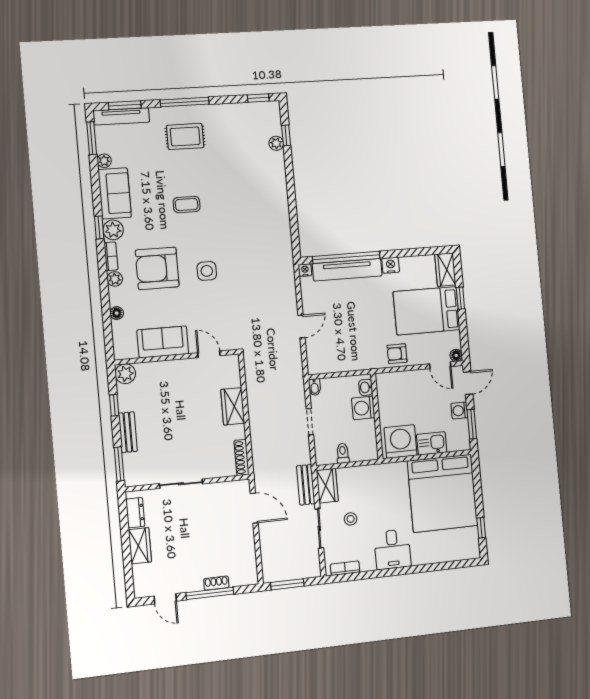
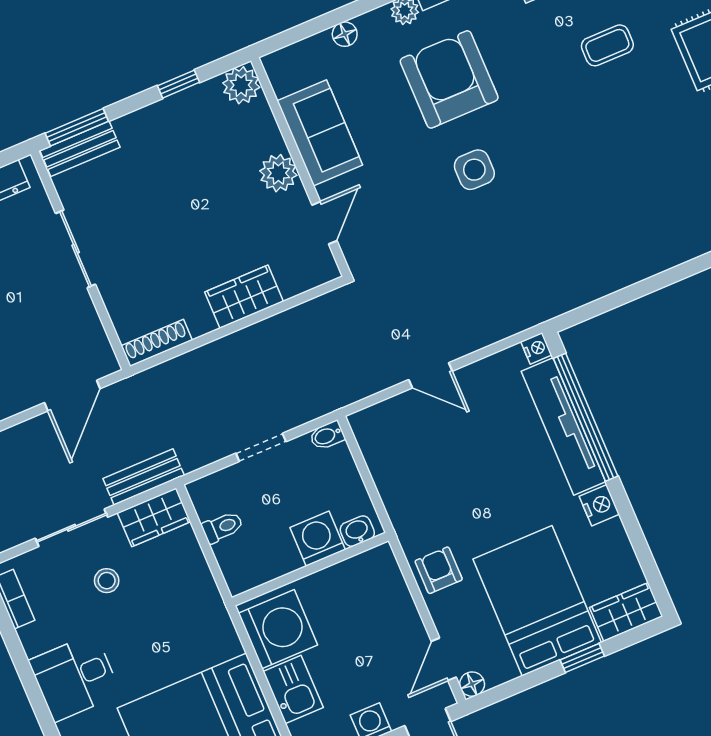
coffee table: (187, 205) -> (607, 45), moved, turned 90
plant: (176, 369) -> (278, 173), added
bench: (128, 432) -> (80, 149), moved

